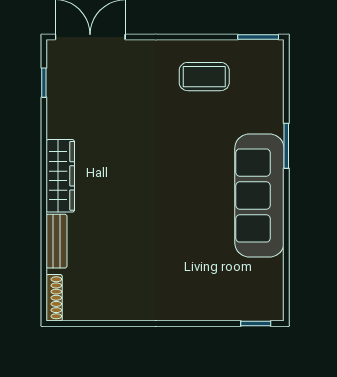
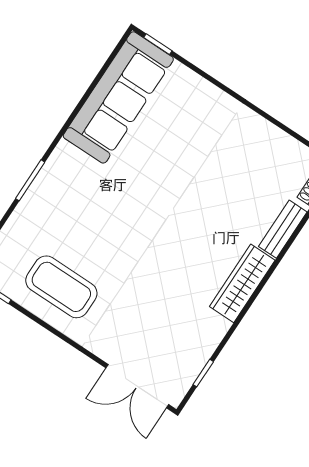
coffee table: (204, 77) -> (61, 287), width x1.36, depth x1.32
sofa: (259, 196) -> (118, 97), moved

